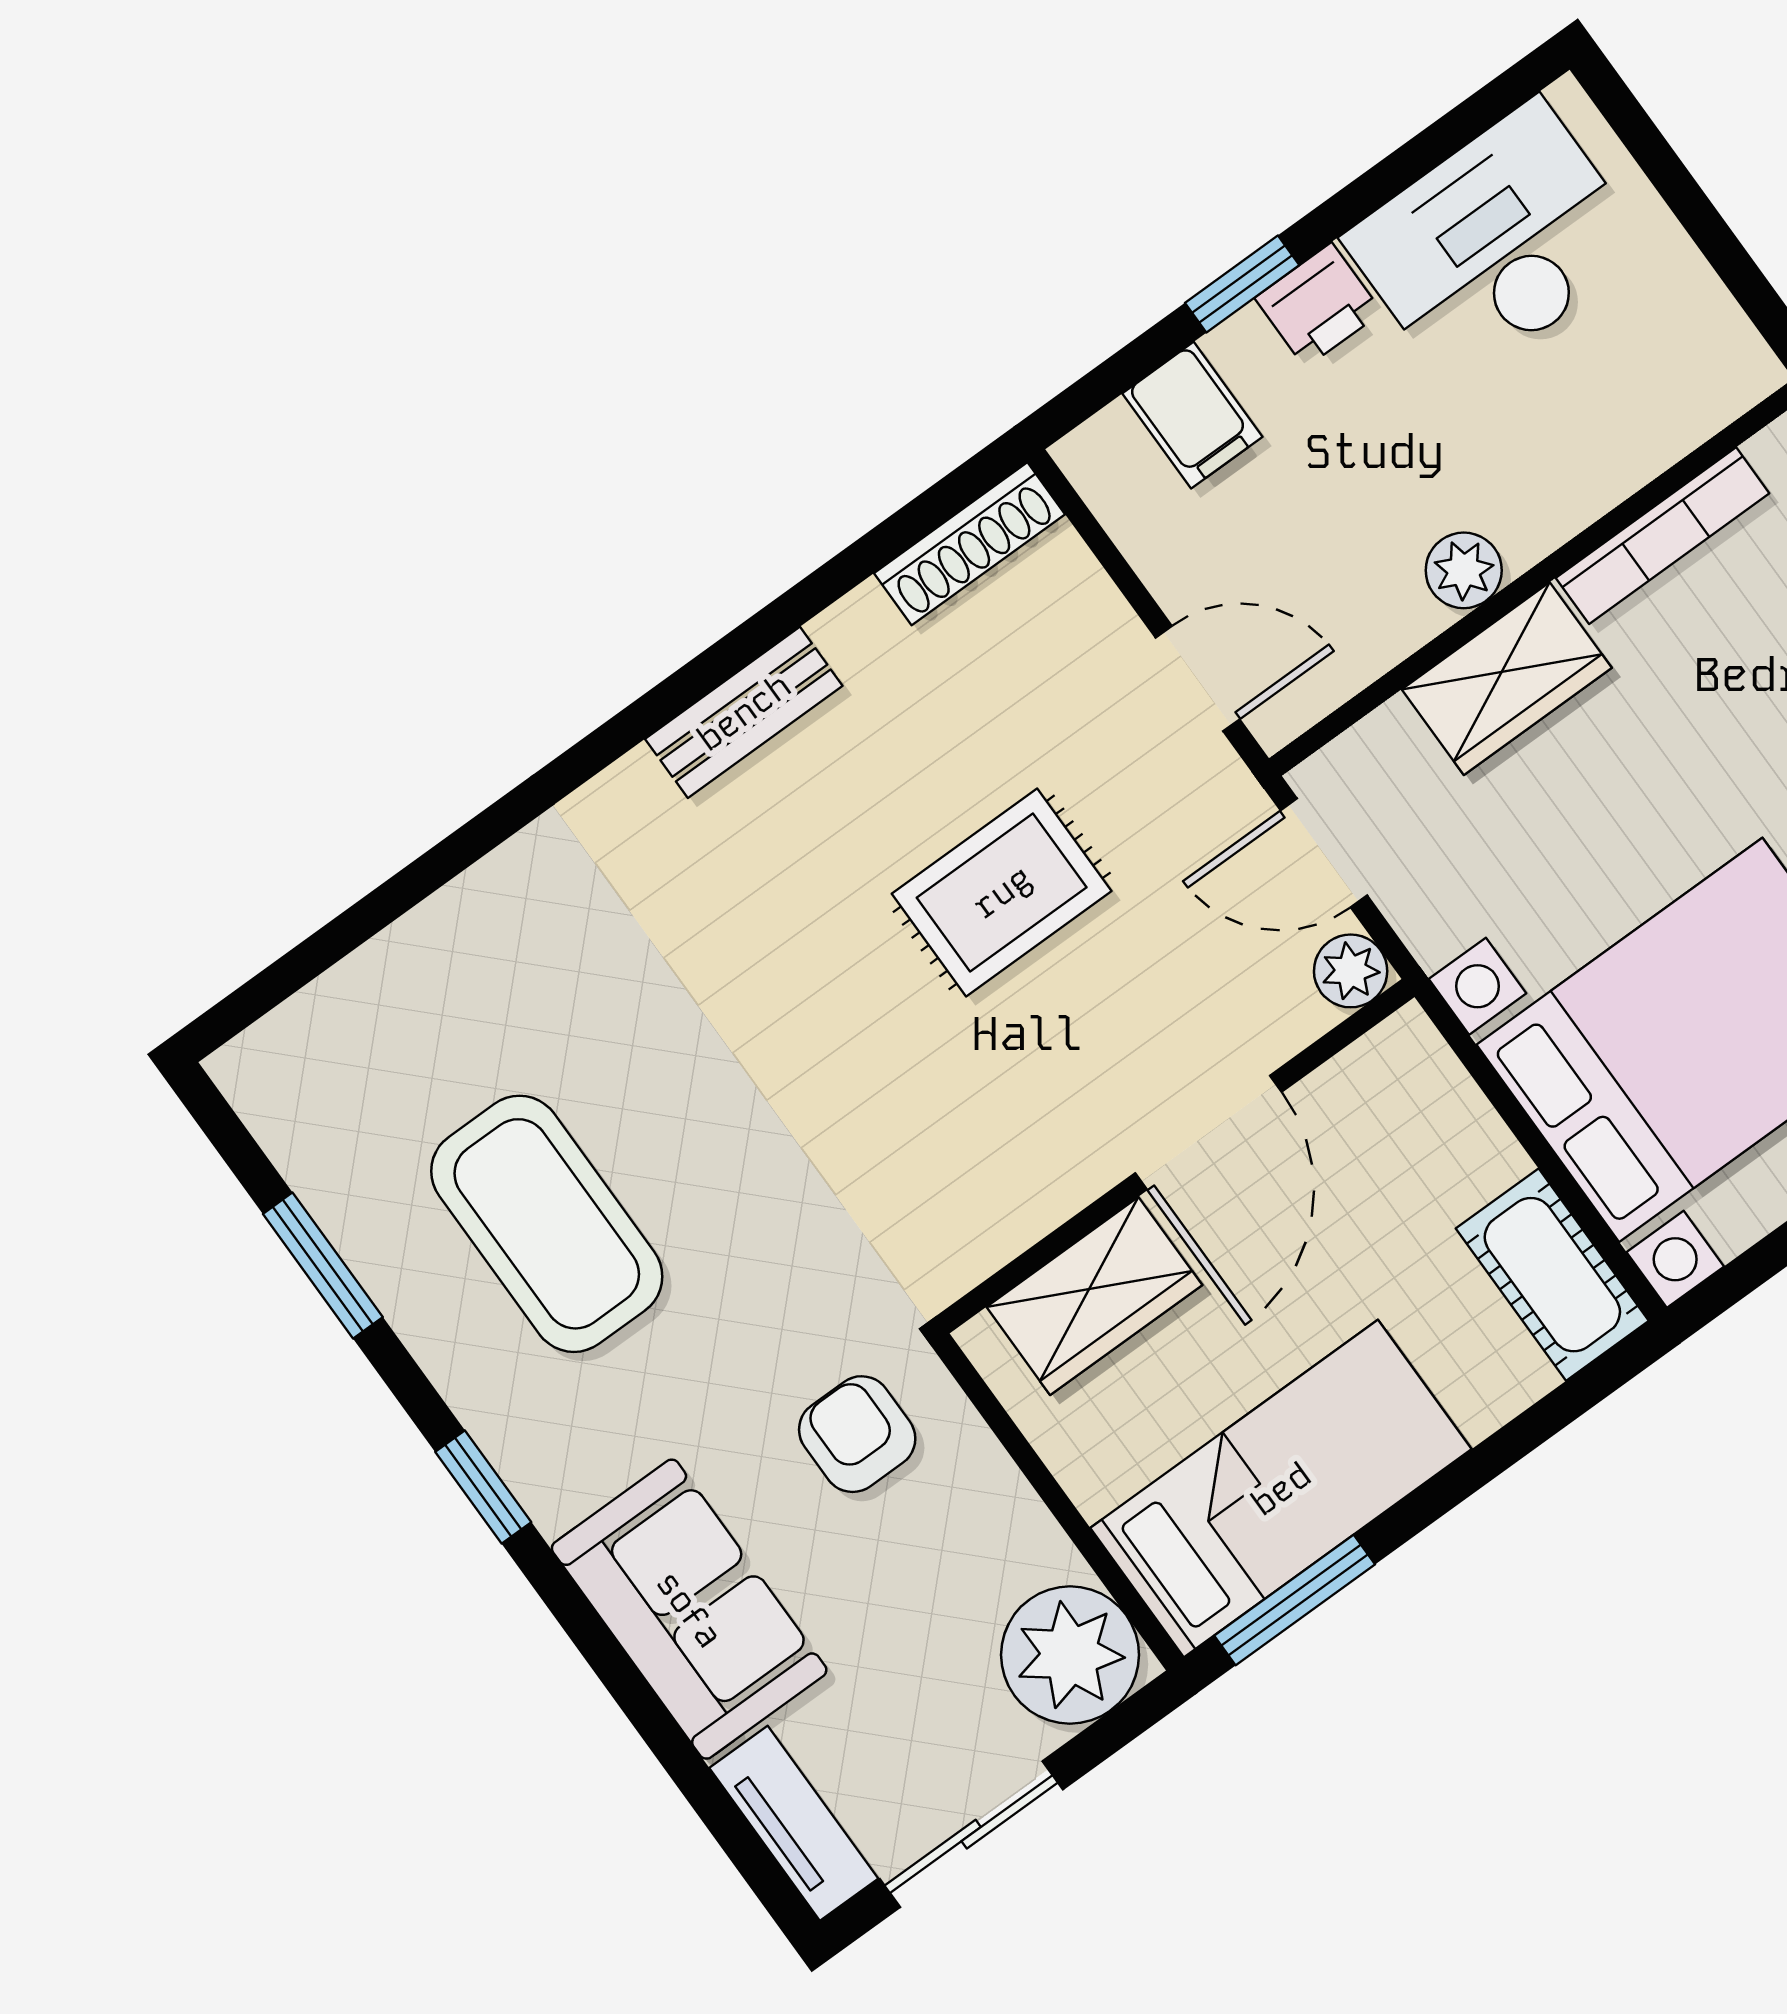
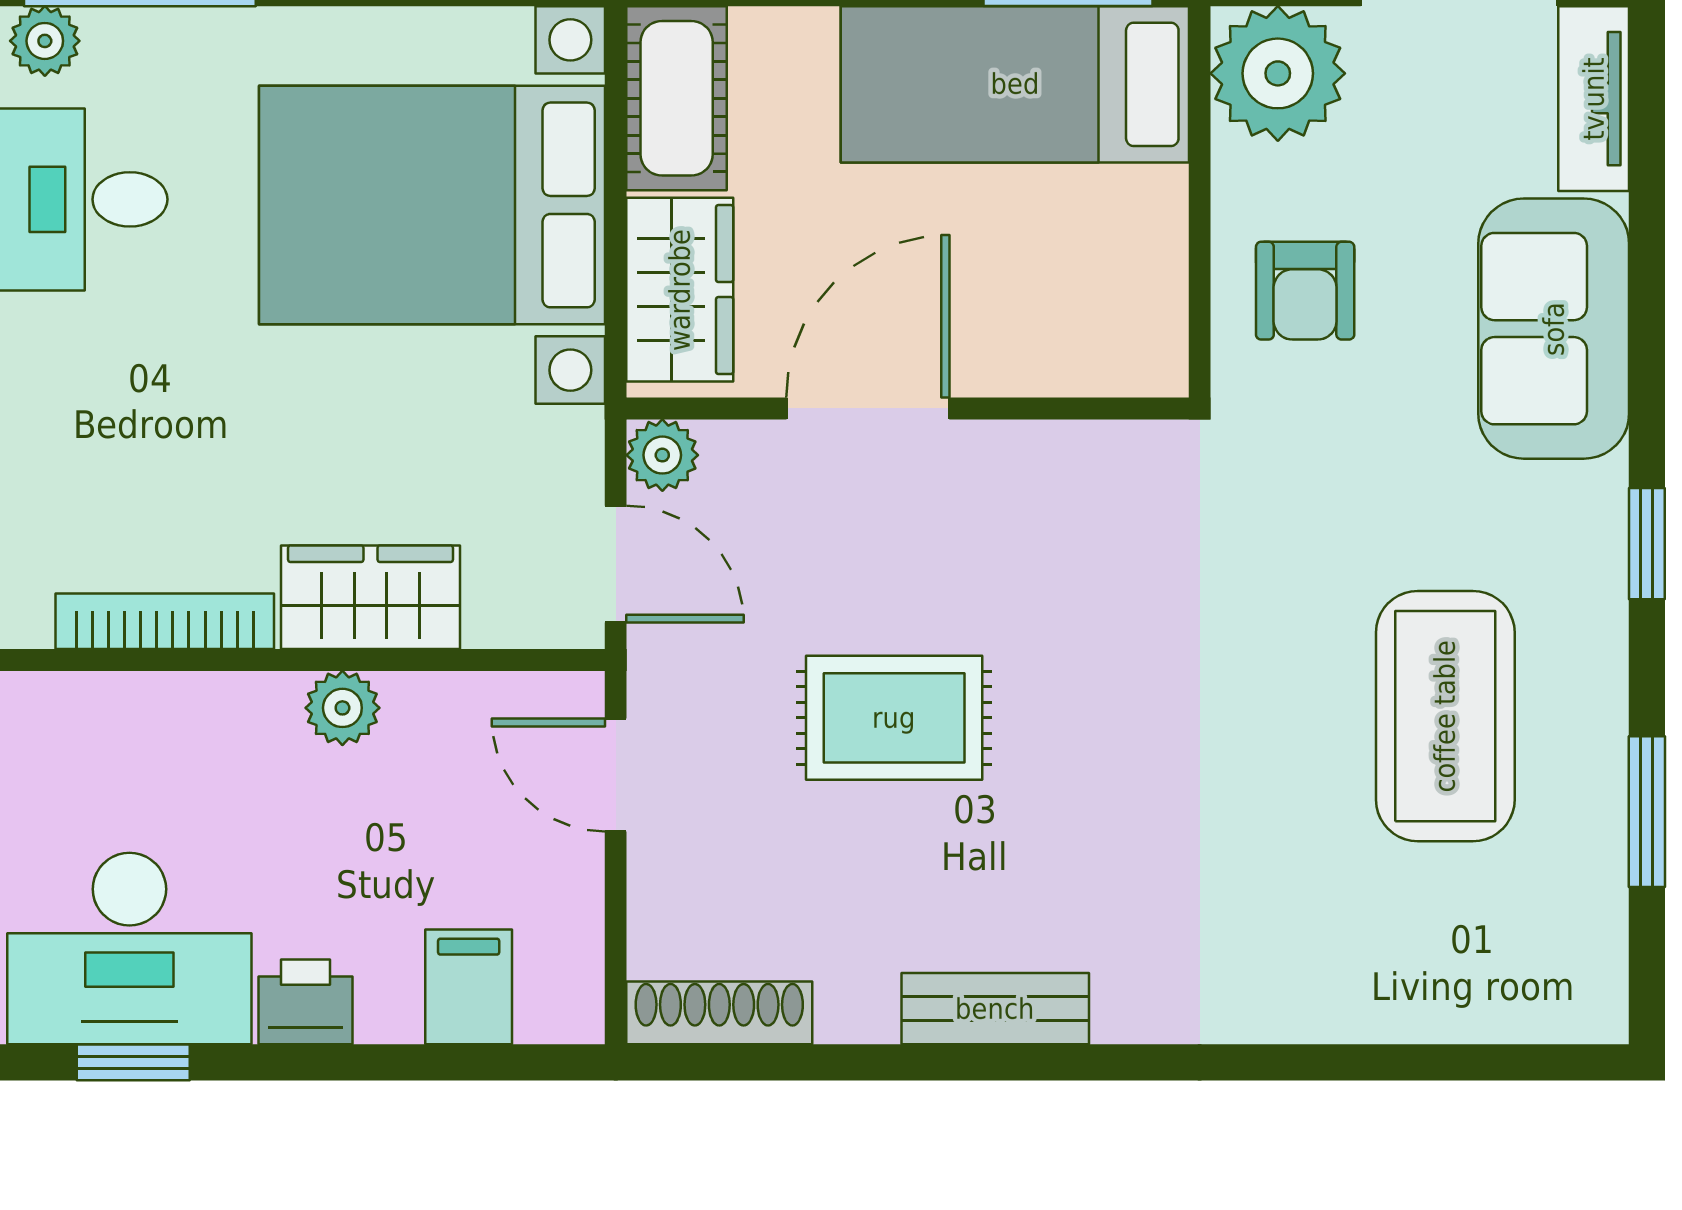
window: (1242, 284) -> (133, 1062), moved
wardrobe: (1094, 1296) -> (680, 290), moved, turned 90
armchair: (857, 1434) -> (1305, 291), moved

